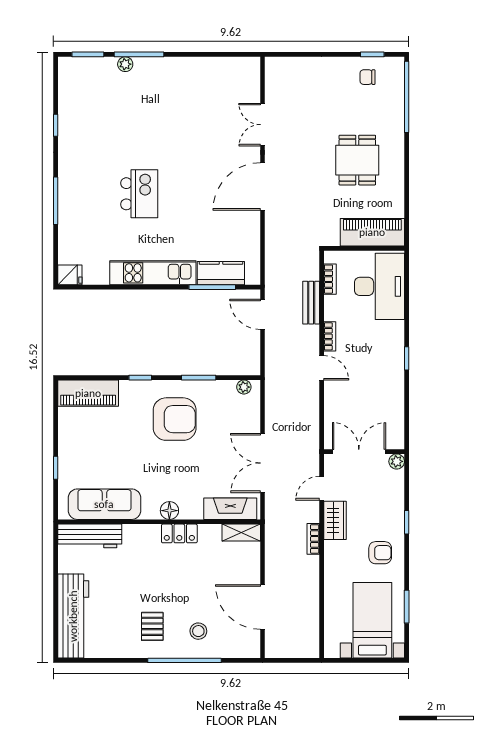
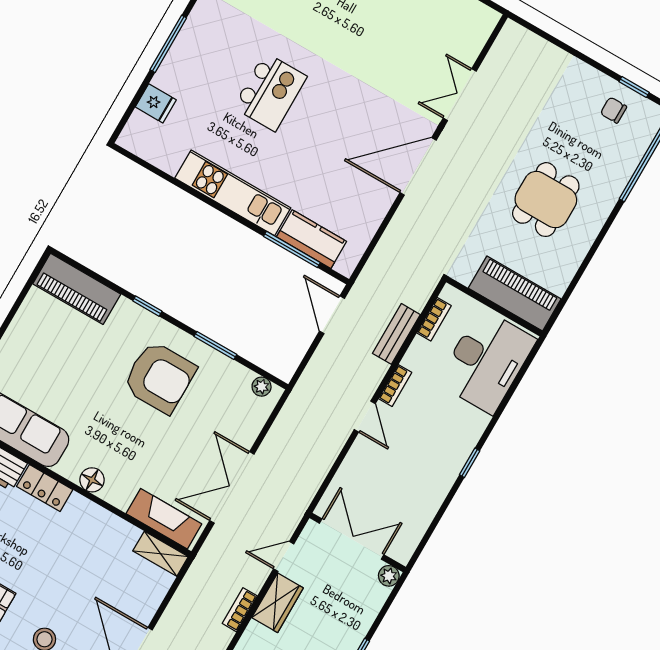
fridge: (70, 275) -> (156, 103), moved
locker: (179, 533) -> (45, 488), moved

